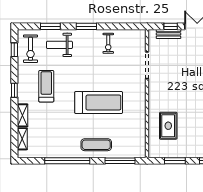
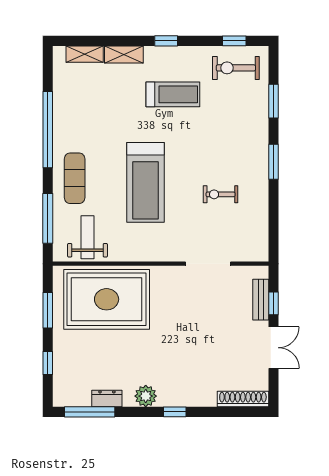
exercise bike: (108, 43) -> (221, 194), moved
weight bench: (59, 45) -> (88, 237), moved
rug: (168, 126) -> (107, 299), width x1.86, depth x2.06

